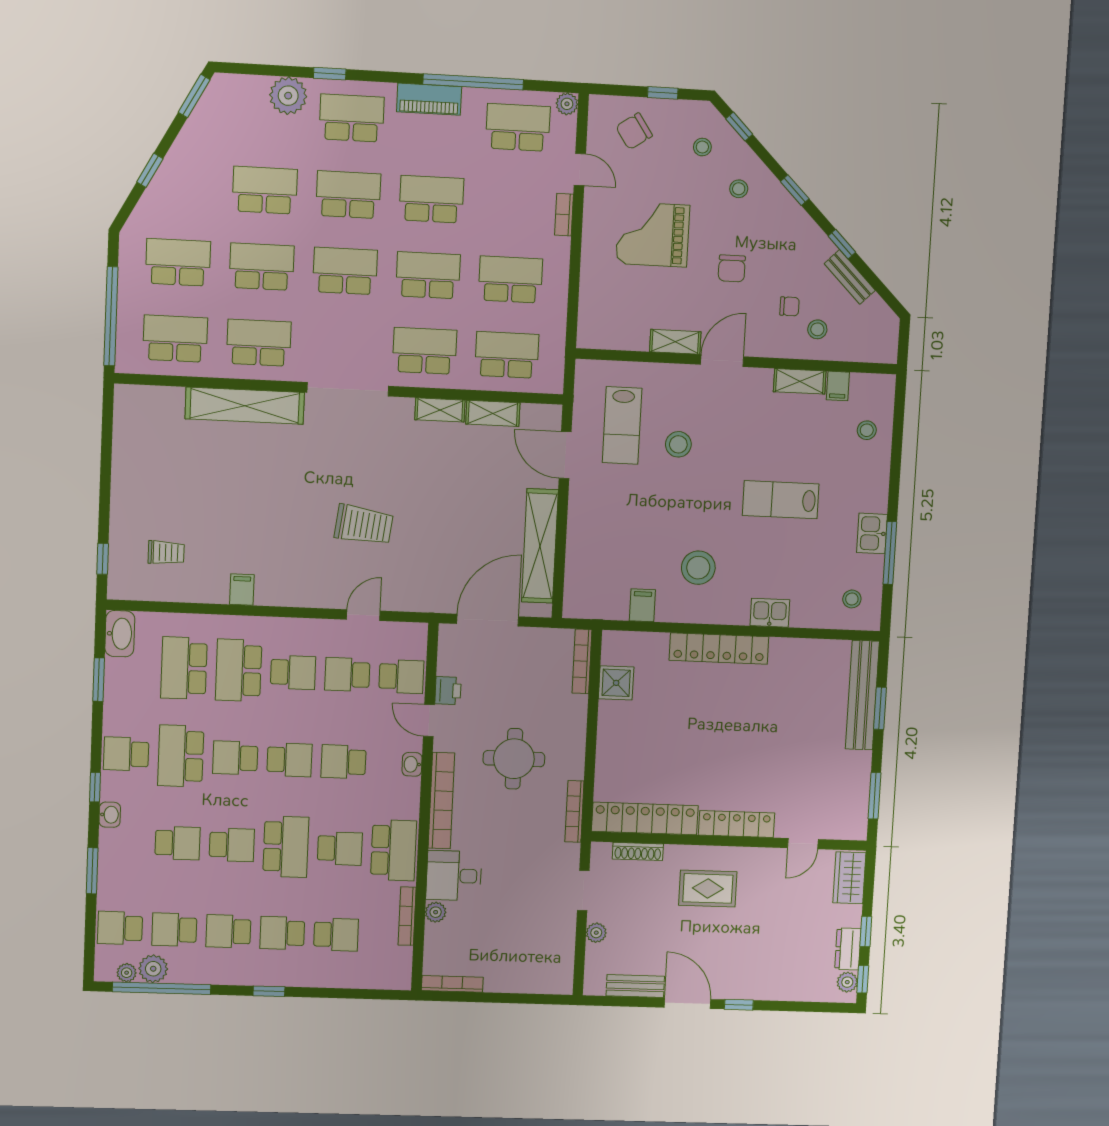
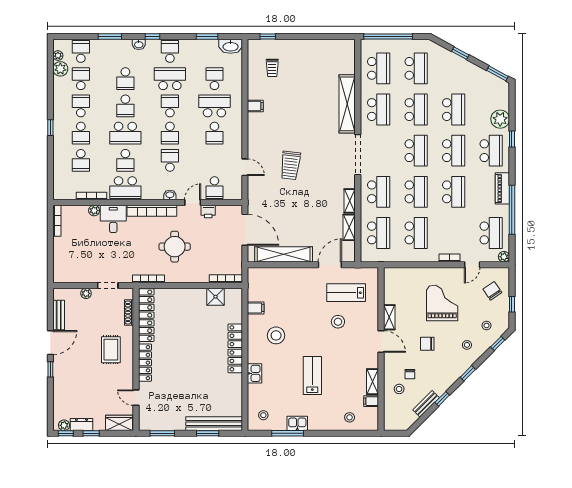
school desk: (184, 668) -> (214, 79), width x0.54
school desk: (347, 674) -> (214, 160), removed
school desk: (282, 933) -> (81, 133), turned 180
window: (162, 988) -> (50, 73), removed

